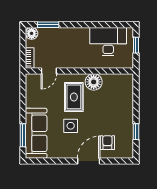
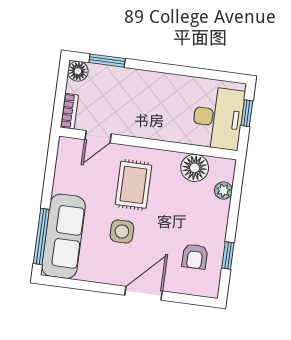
desk: (108, 42) -> (218, 118), moved, turned 90
floor lamp: (94, 82) -> (195, 168), moved
plant: (128, 93) -> (223, 190), added
window: (23, 135) -> (41, 237), width x1.44
armchair: (107, 143) -> (195, 257), moved, turned 180

